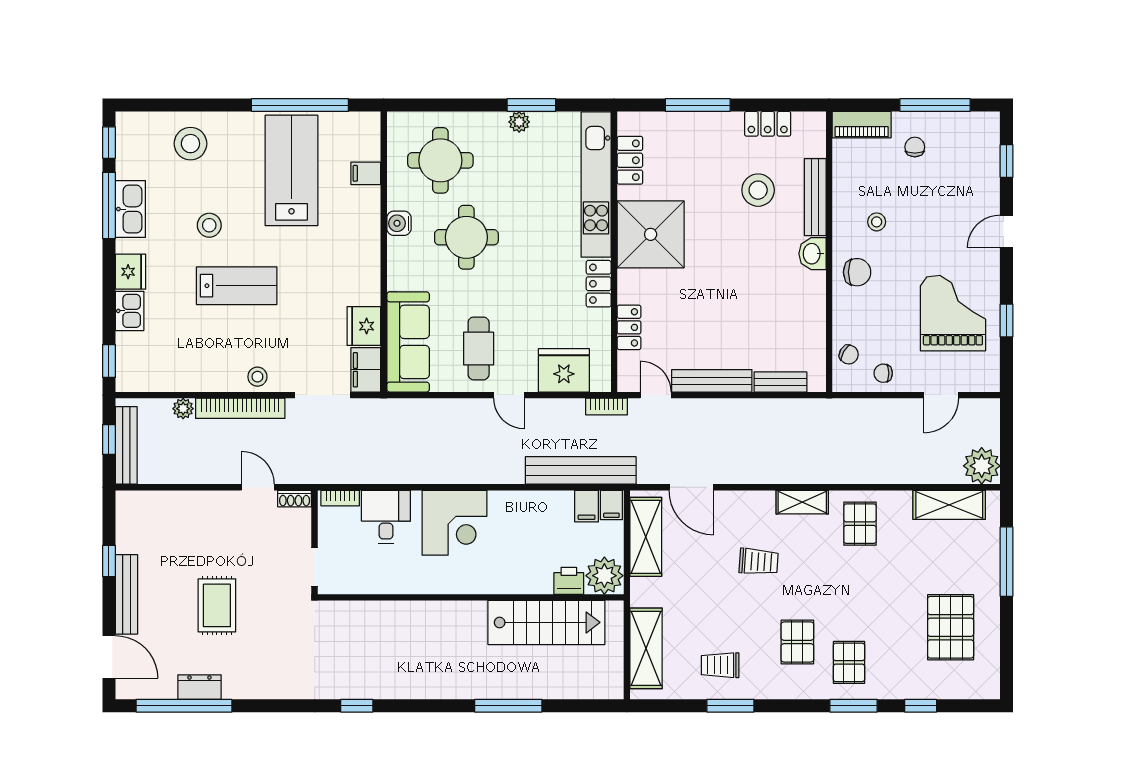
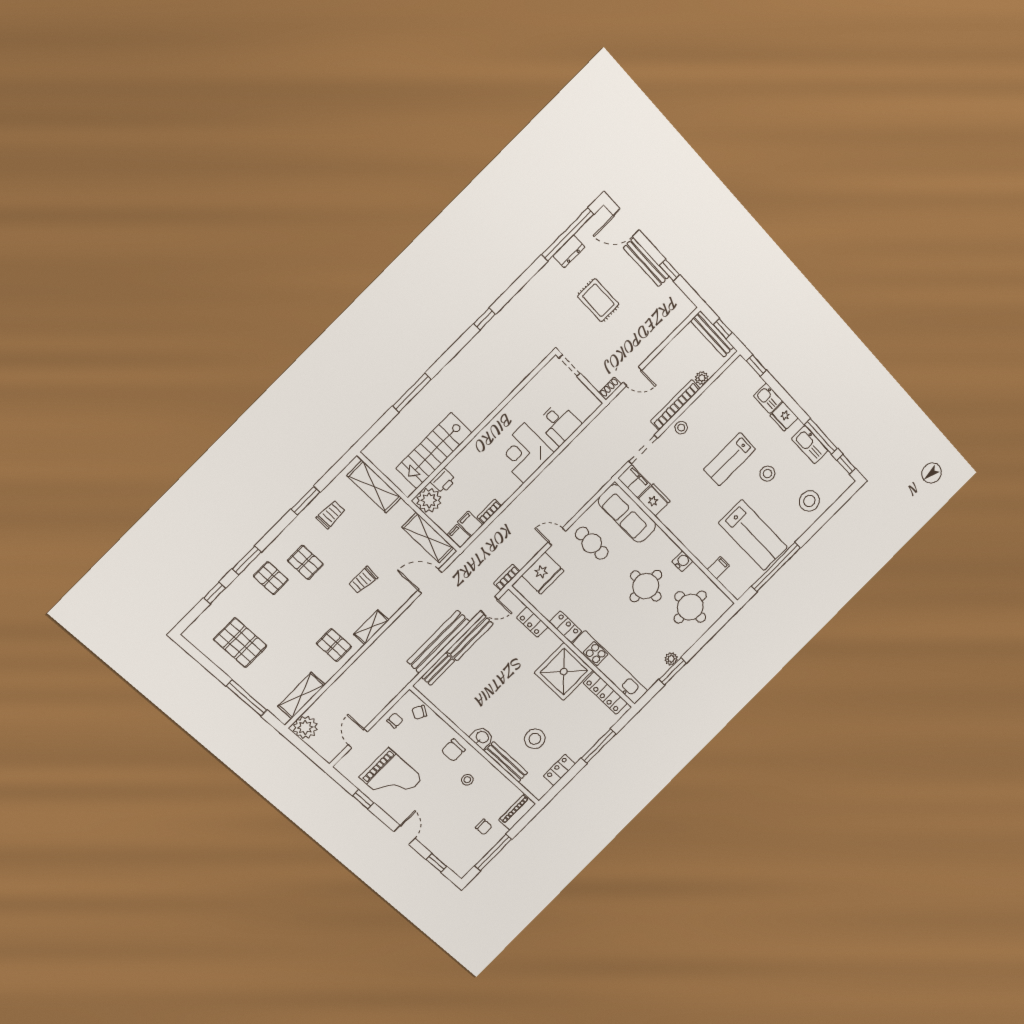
locker: (630, 160) -> (605, 693), width x1.53
bench: (581, 470) -> (438, 642), moved
bookcase: (340, 498) -> (489, 511), moved

